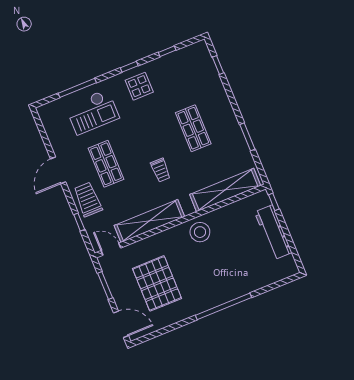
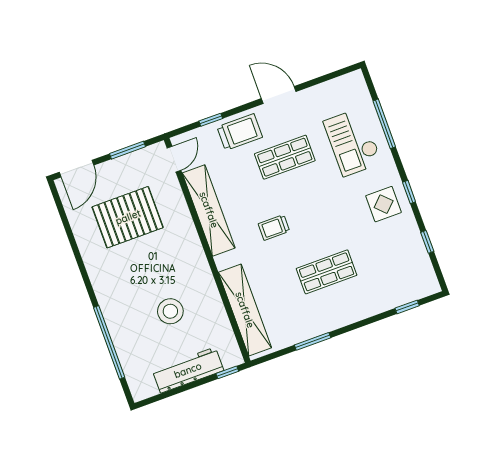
stool: (200, 232) -> (170, 311), moved
window: (223, 306) -> (109, 342), moved

